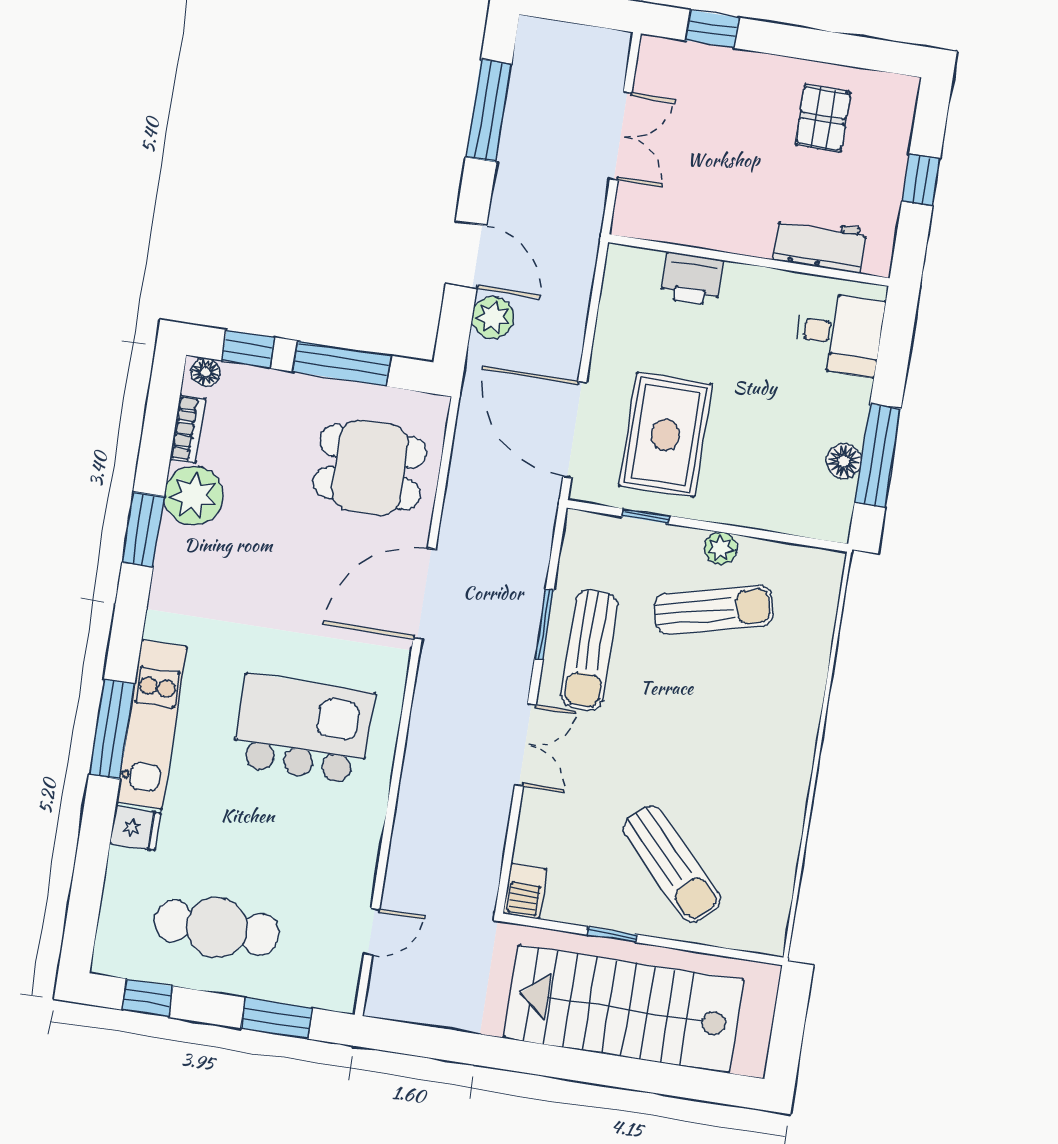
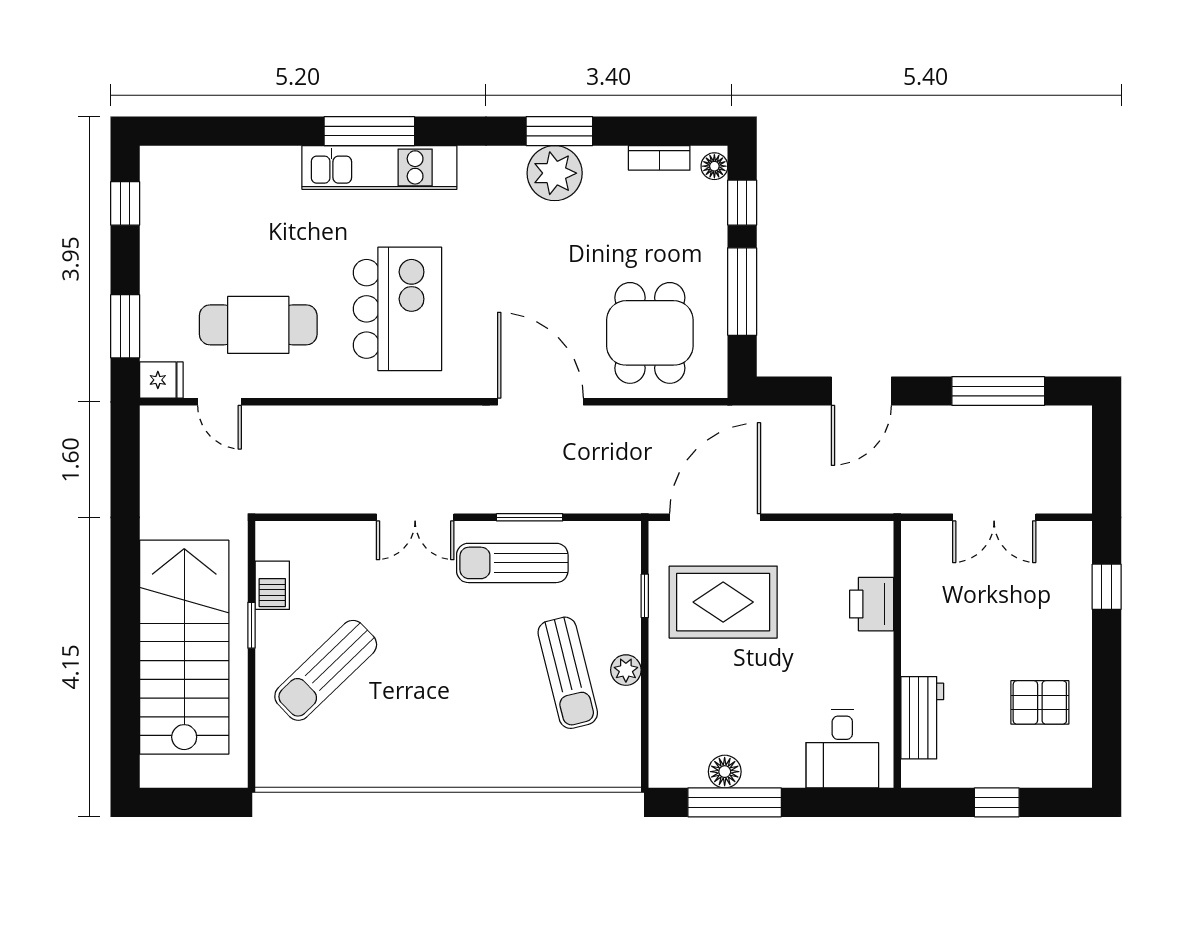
plant: (493, 317) -> (807, 425), removed
plant: (194, 496) -> (555, 173), moved
fridge: (135, 828) -> (161, 380), moved, turned -90
barbecue: (525, 891) -> (272, 585), moved, turned -90
cafe table: (217, 927) -> (258, 325), moved, turned 90

